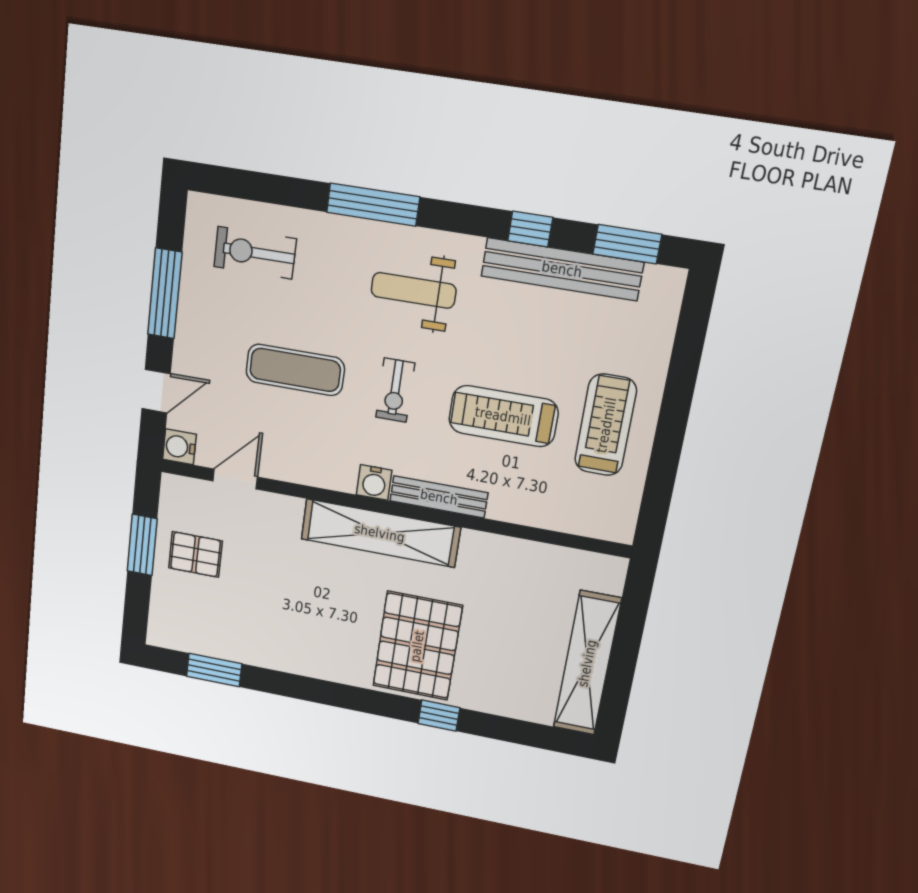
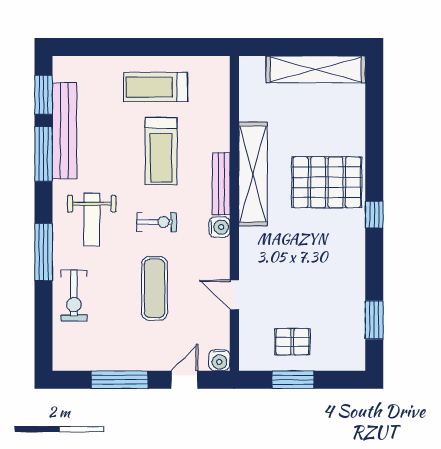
window: (530, 229) -> (44, 154), width x2.17
exercise bike: (255, 253) -> (74, 295), moved
door: (156, 391) -> (185, 380), hinge flipped
door: (235, 479) -> (234, 295), moved
shelving: (380, 533) -> (253, 174), moved
pallet: (195, 555) -> (292, 342), turned 90
window: (439, 716) -> (374, 215), moved

